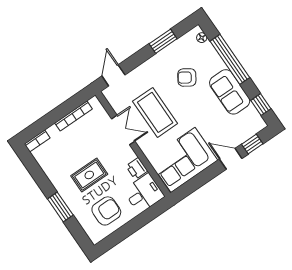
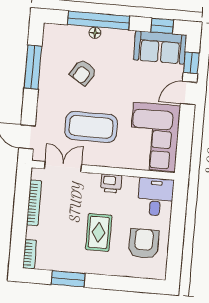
floor lamp: (202, 38) -> (95, 33), moved
window: (163, 41) -> (33, 67), width x1.44
sofa: (230, 92) -> (160, 47), moved
double door: (123, 130) -> (63, 167), moved
printer: (137, 169) -> (111, 183), moved
window: (60, 207) -> (68, 279), moved

